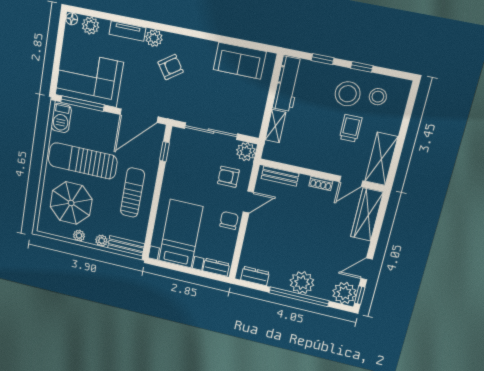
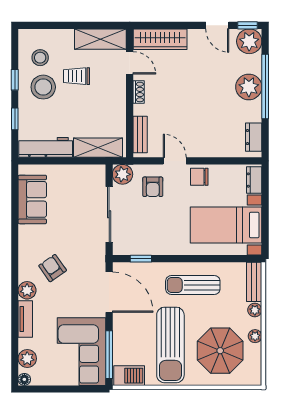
shelving: (275, 126) -> (98, 148), width x1.50, depth x1.33

